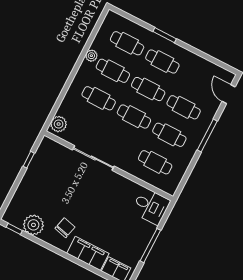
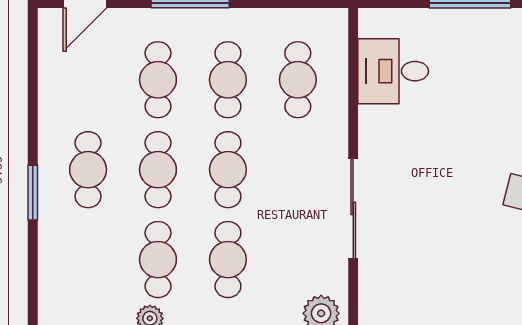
cafe table: (127, 43) -> (88, 260), removed
desk: (151, 206) -> (393, 71), moved, turned -90

